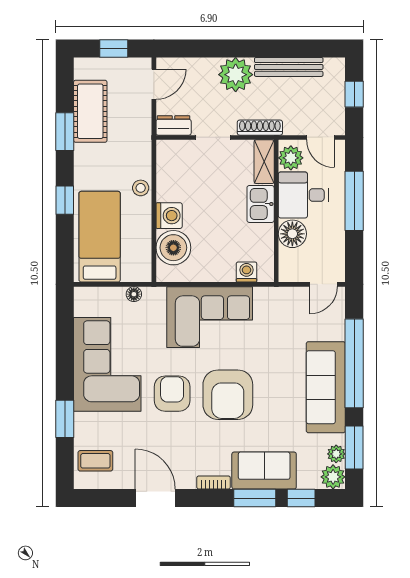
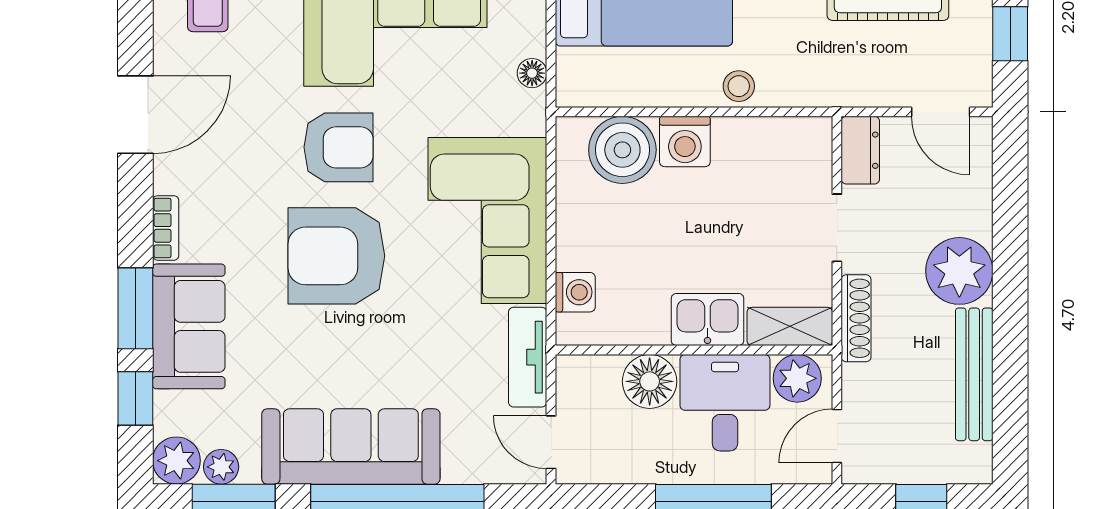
tv unit: (280, 296) -> (528, 357), added

